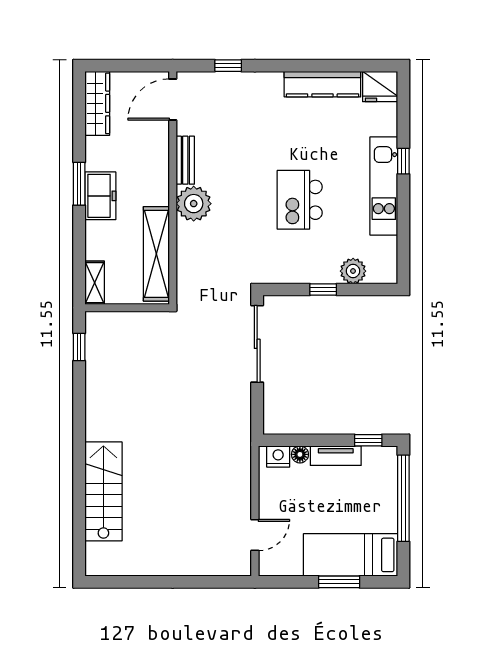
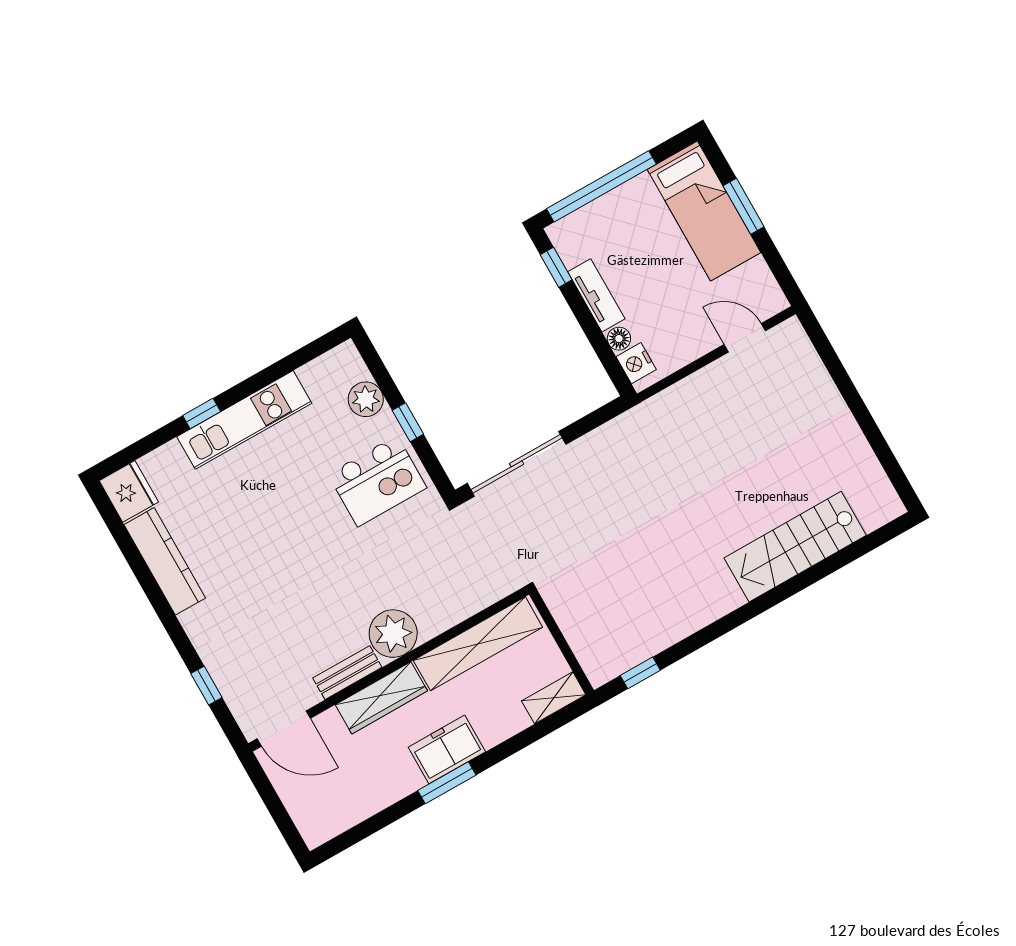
wardrobe: (97, 103) -> (381, 698), moved, turned 180
kitchen island: (300, 200) -> (377, 481), moved

